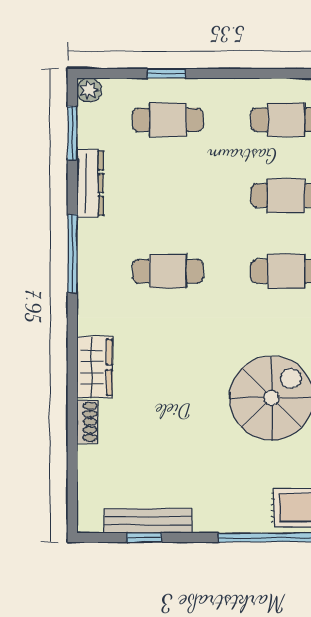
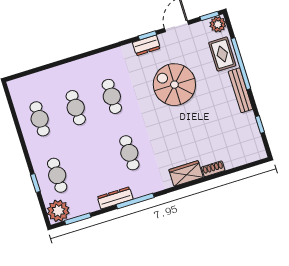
plant: (89, 90) -> (58, 211), width x1.87, depth x1.87
dresser: (90, 183) -> (115, 198), moved
bench: (148, 521) -> (240, 90), moved

